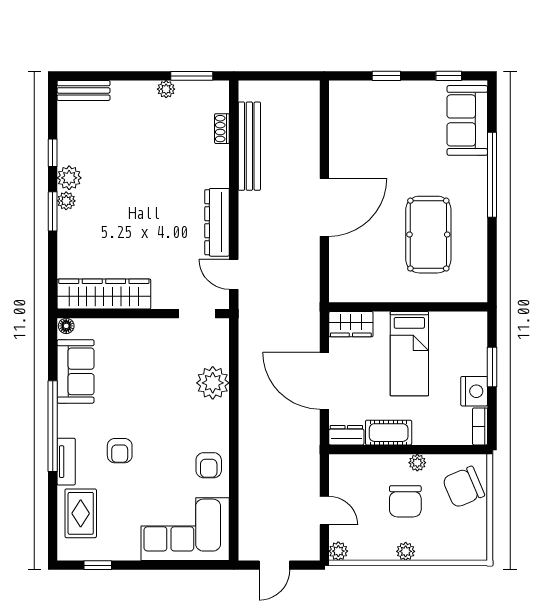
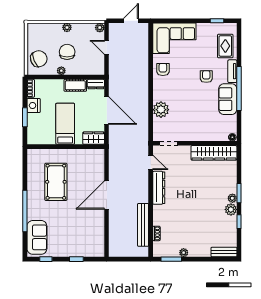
sofa: (76, 371) -> (228, 99), moved

